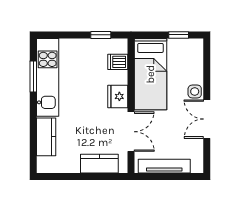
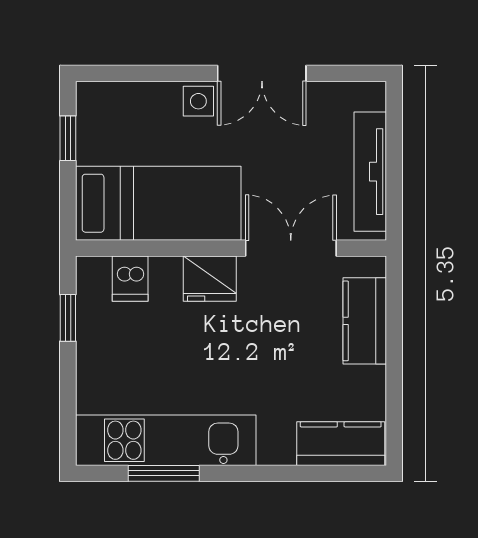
kitchen counter: (46, 137) -> (341, 444), moved

